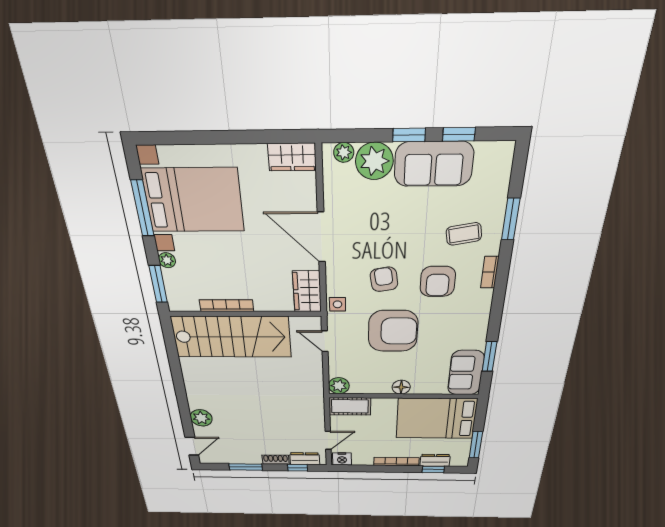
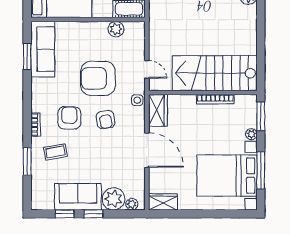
sofa: (466, 373) -> (43, 49), width x1.36
plant: (339, 386) -> (116, 29), moved
floor lamp: (401, 387) -> (90, 28), removed

